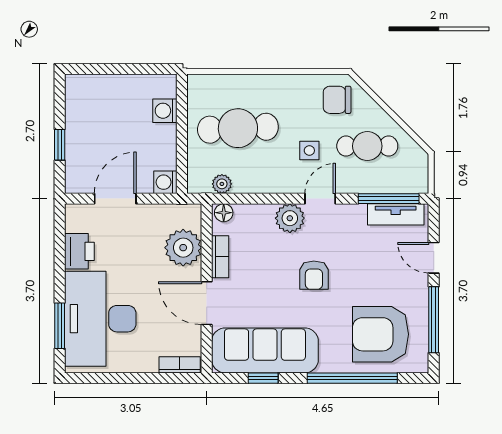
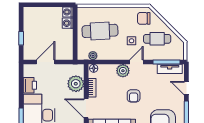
washing machine: (165, 182) -> (68, 12), moved

